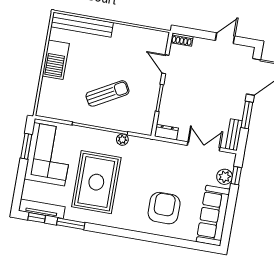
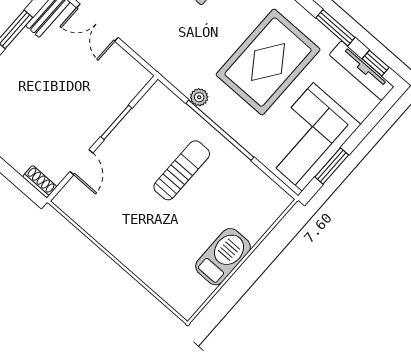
bench: (82, 25) -> (160, 282), removed
sun lounger: (107, 93) -> (182, 170), turned 119
dresser: (166, 132) -> (135, 72), removed

